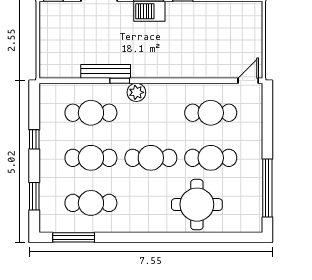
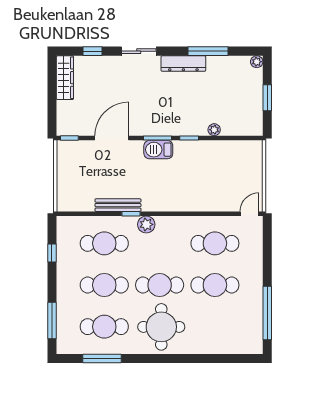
window: (34, 139) -> (52, 253), moved
window: (34, 196) -> (52, 320), width x1.44
round table: (197, 205) -> (161, 327), moved
window: (74, 237) -> (102, 358), moved

